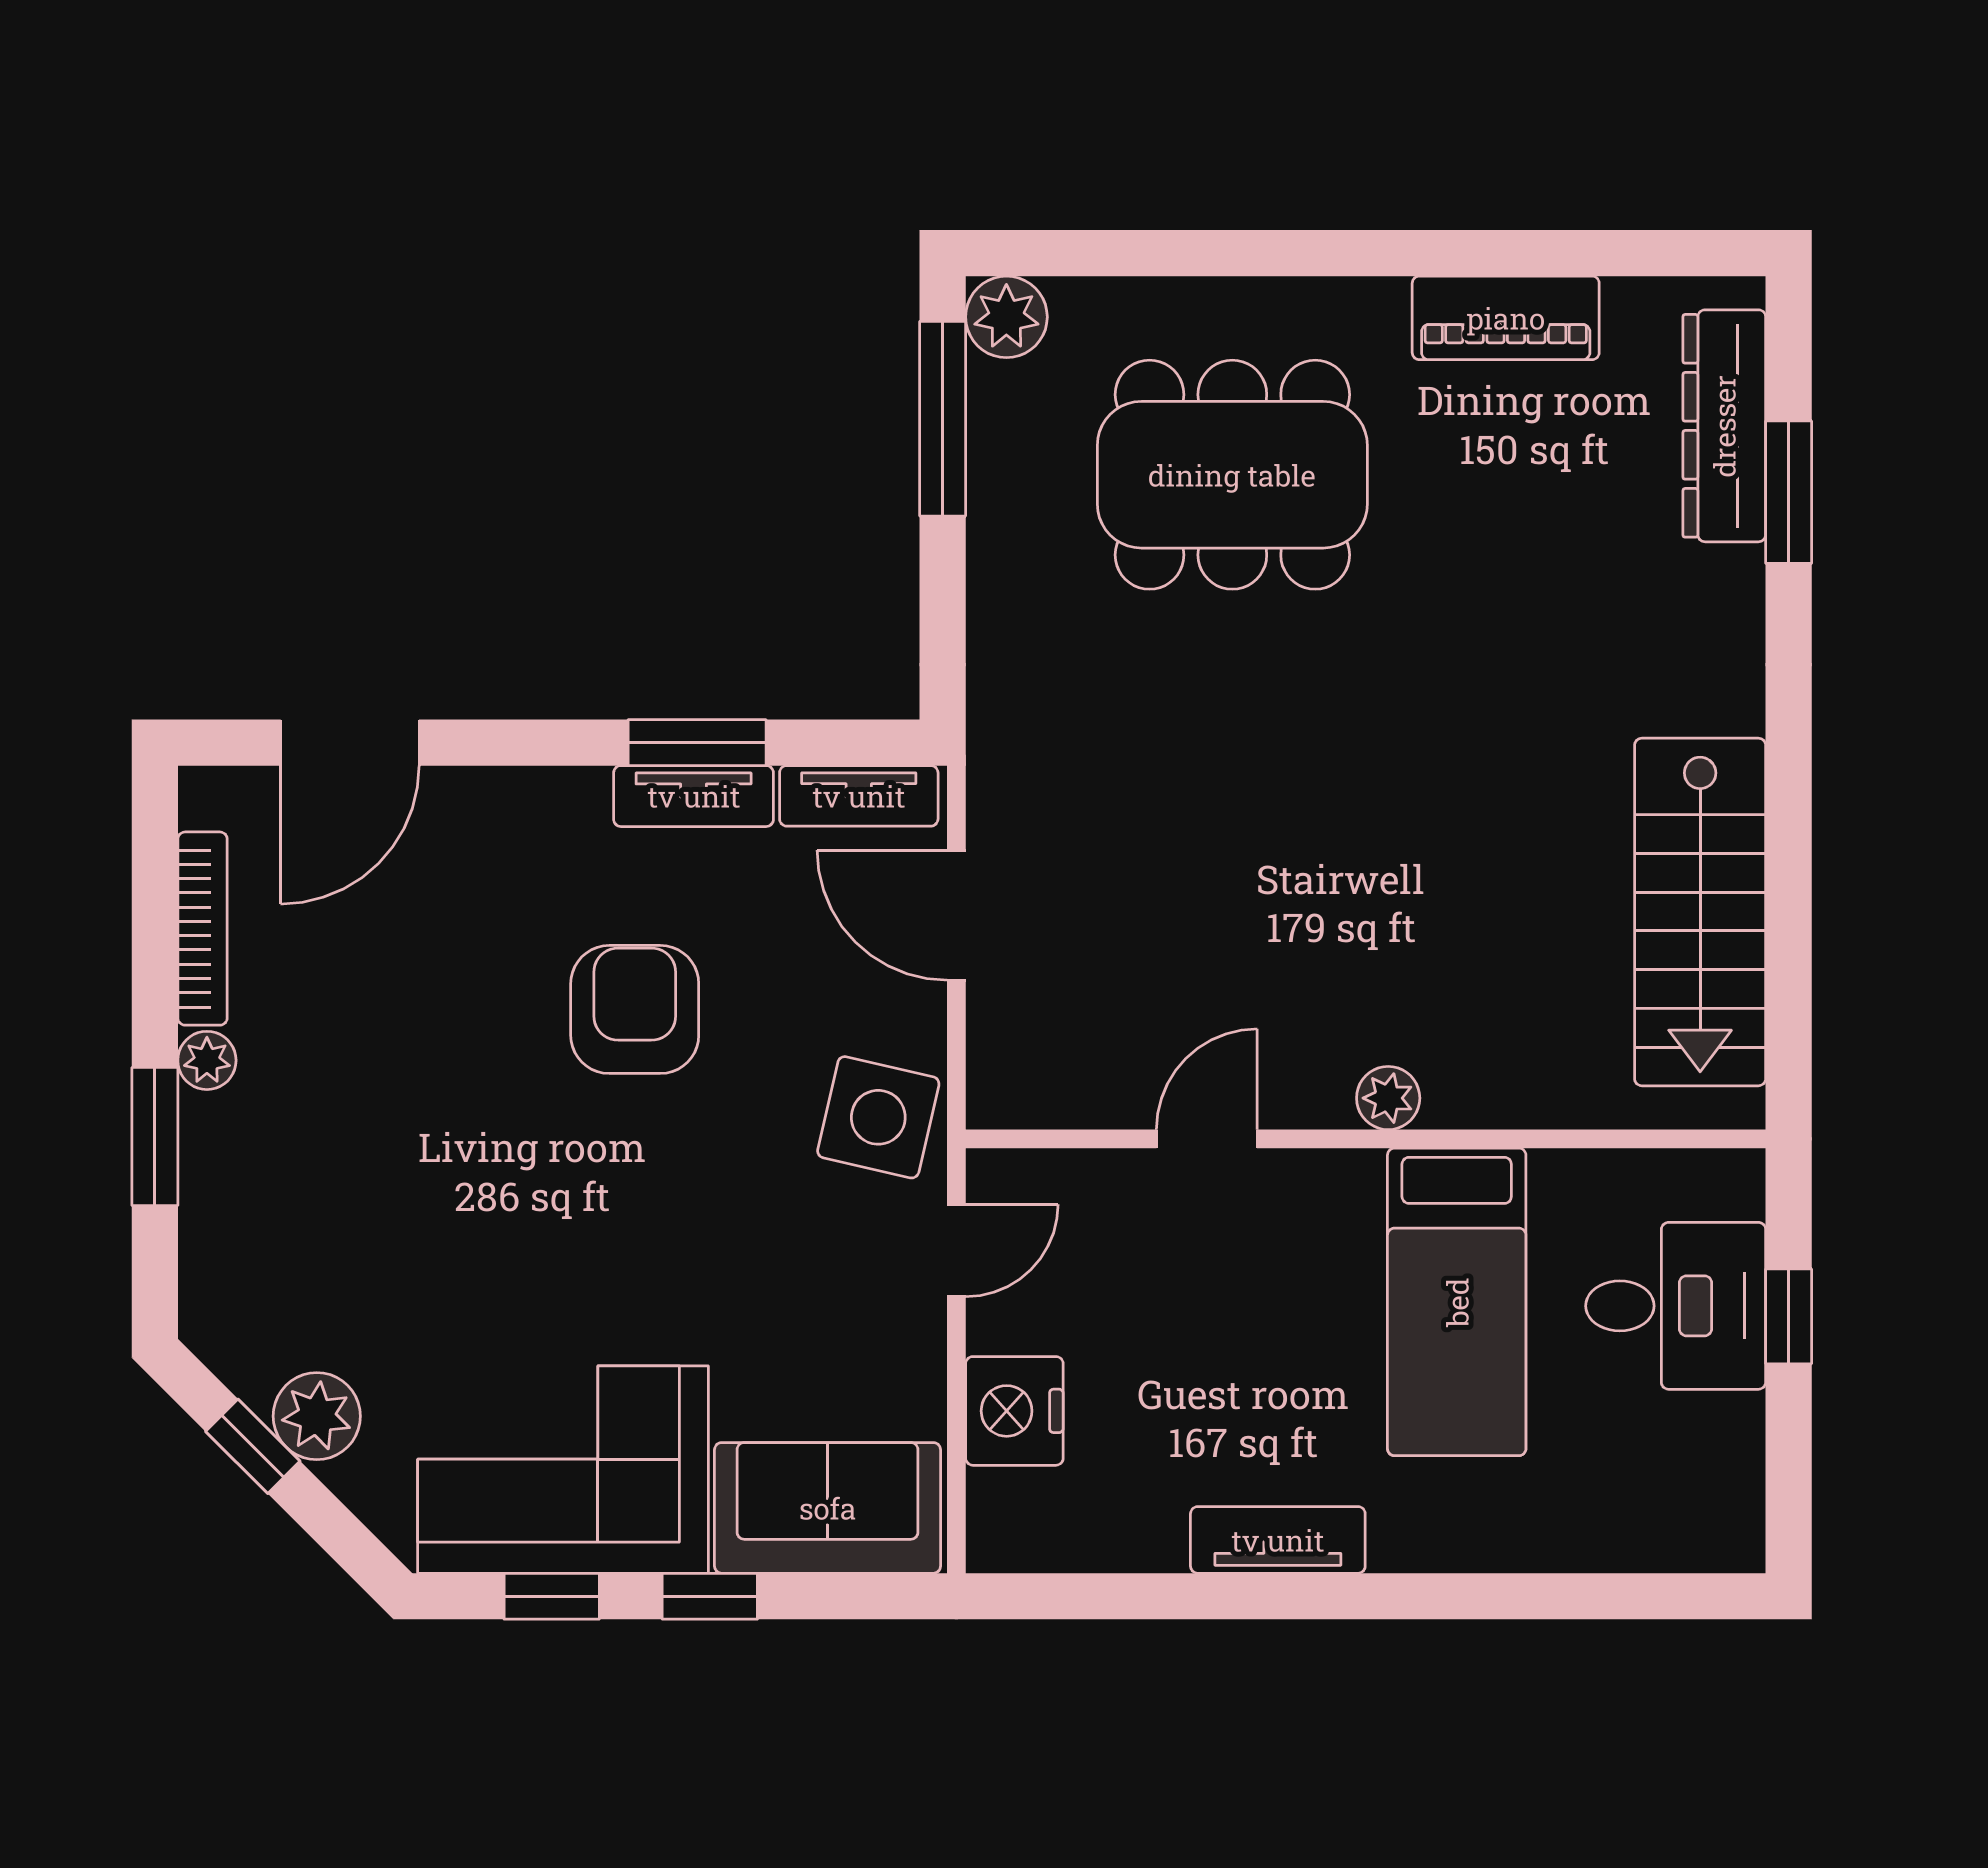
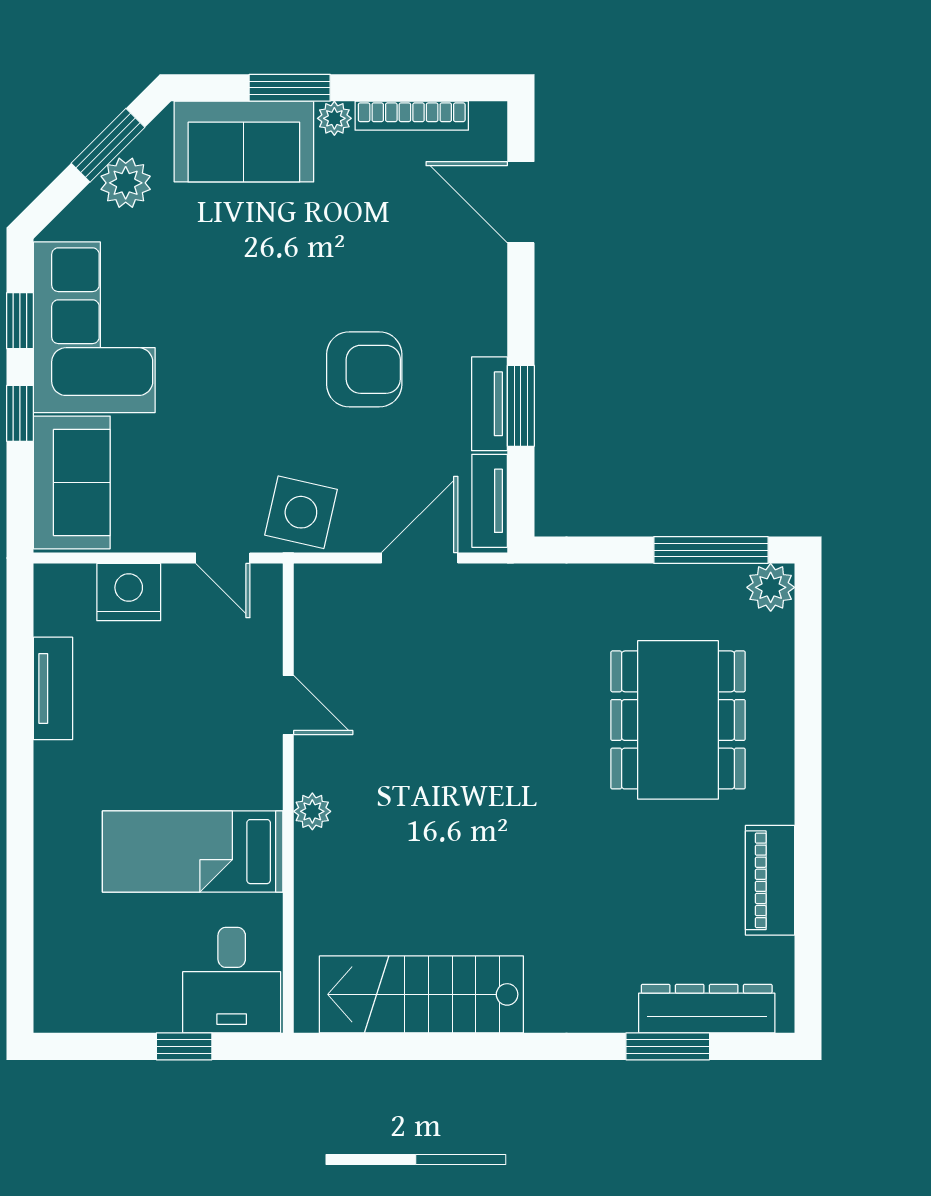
sofa: (247, 1215) -> (244, 142), added
desk: (1676, 1306) -> (232, 980), moved
window: (253, 1446) -> (108, 145), width x1.50
tv unit: (1278, 1540) -> (53, 688), moved

